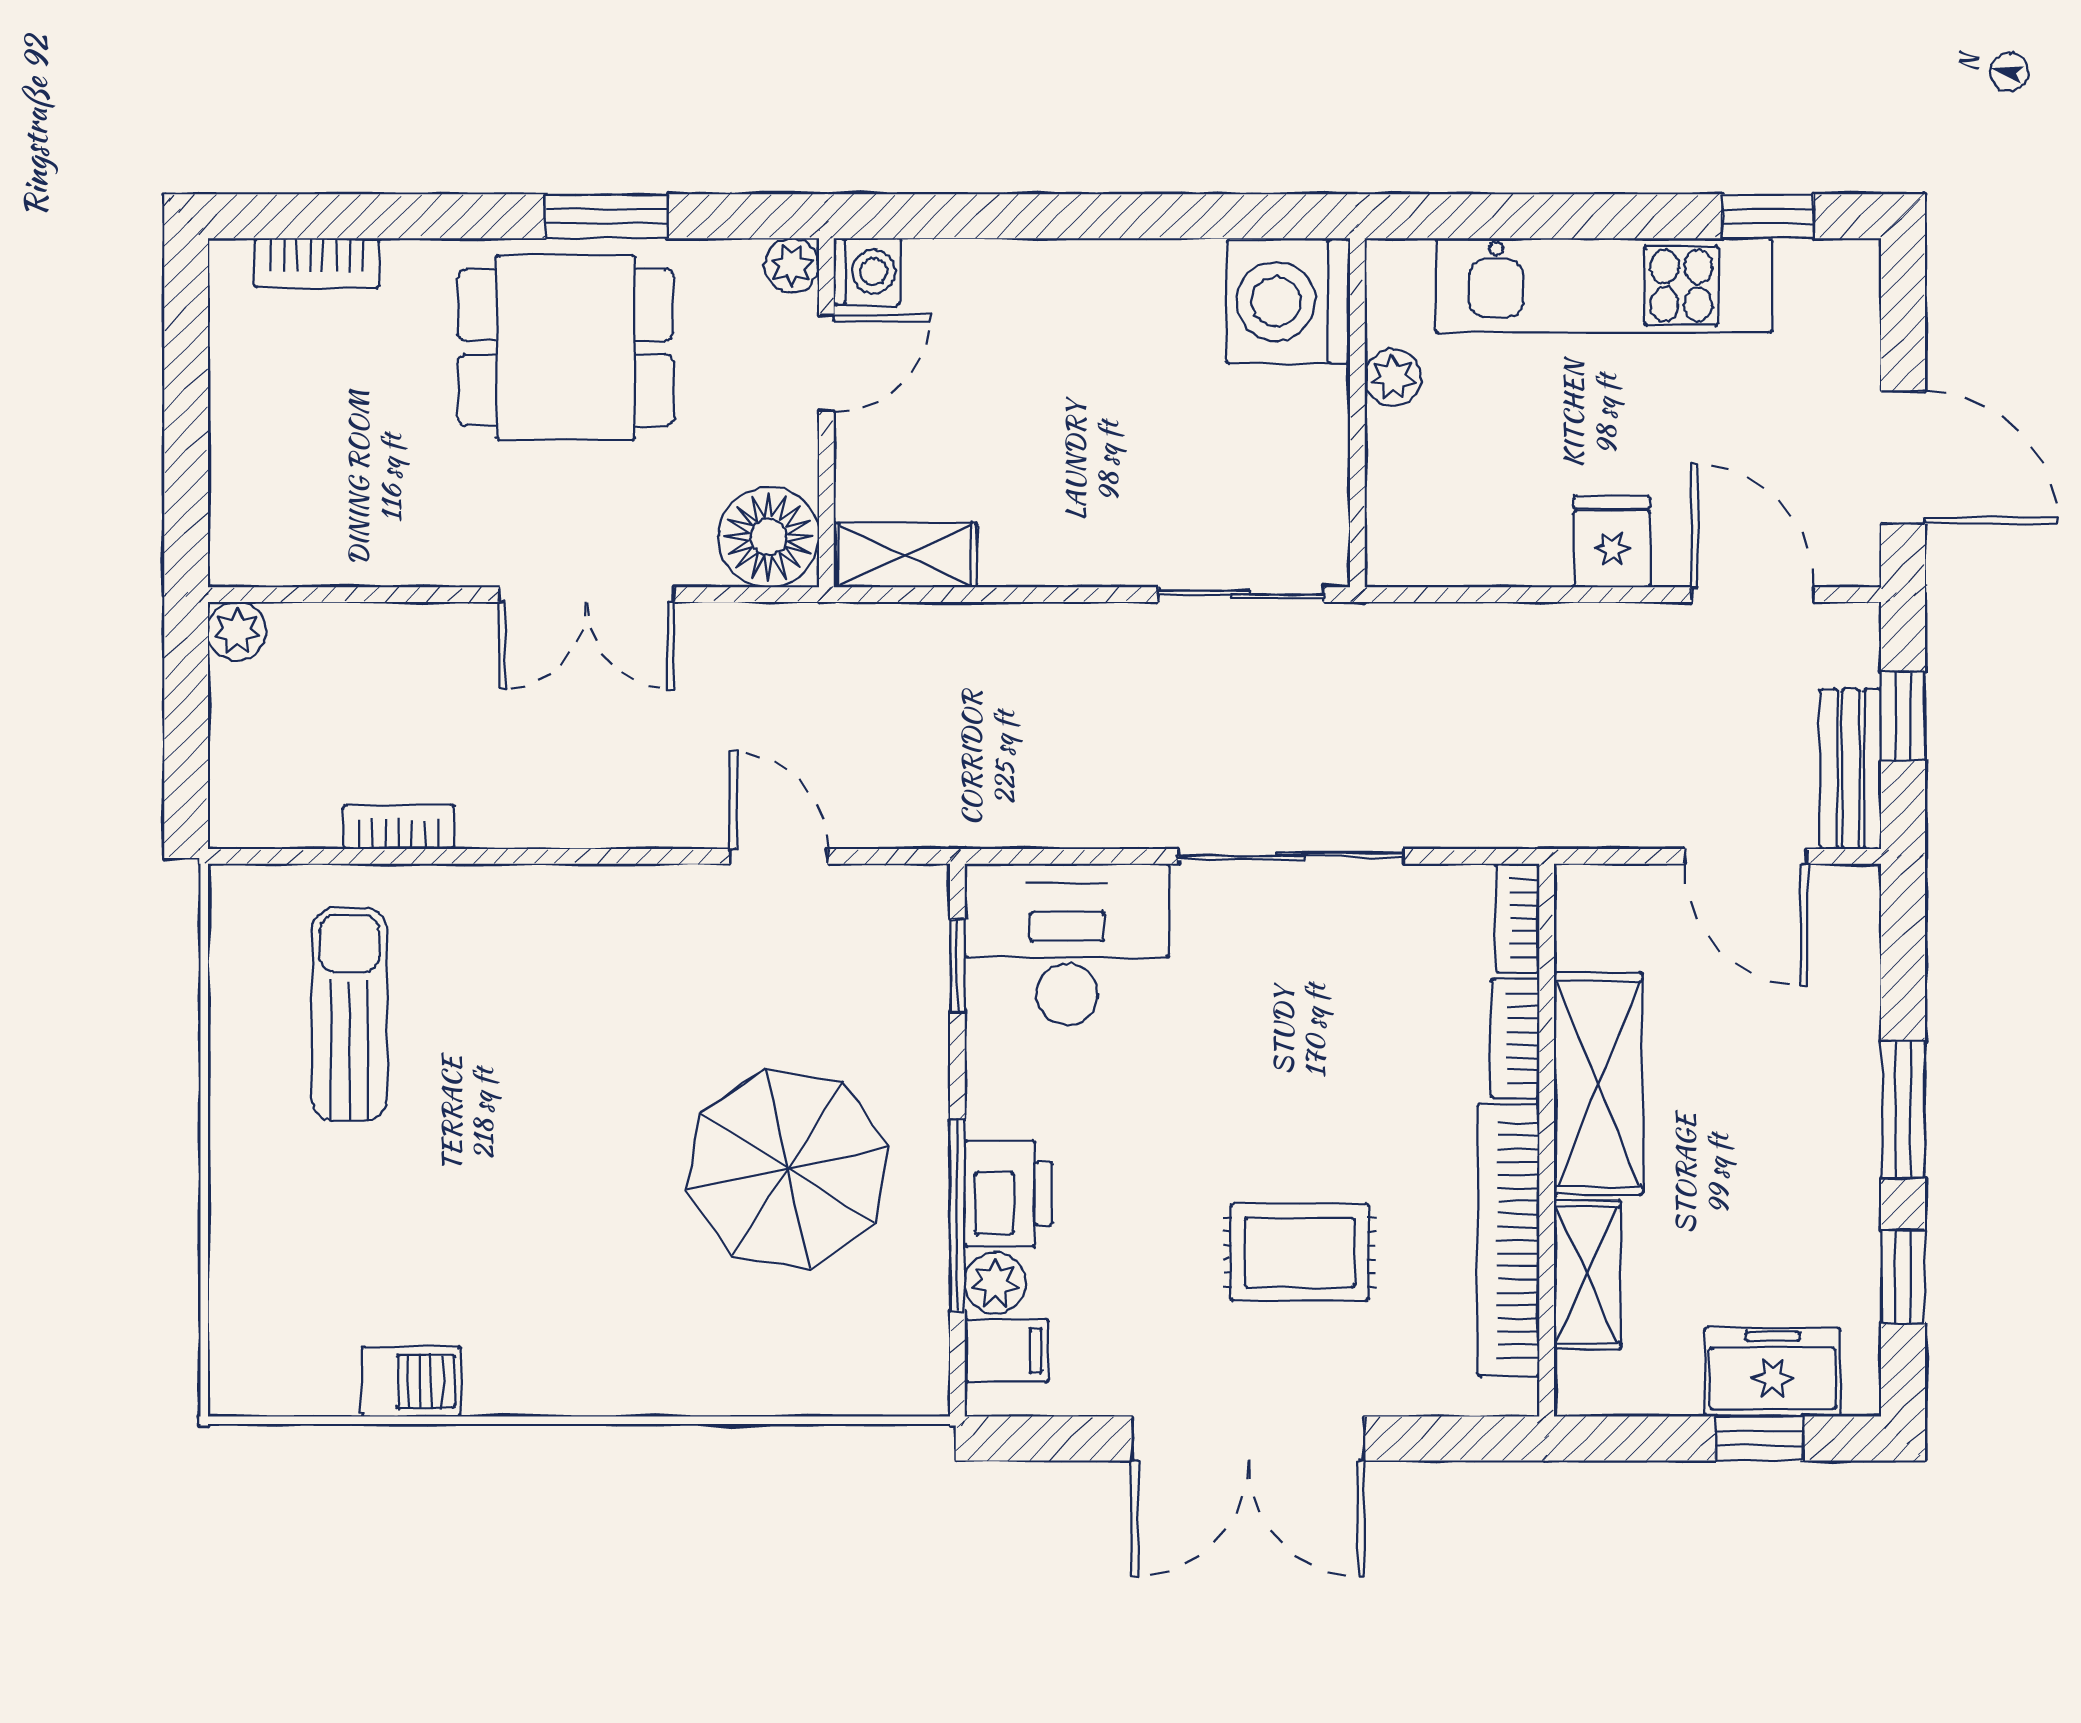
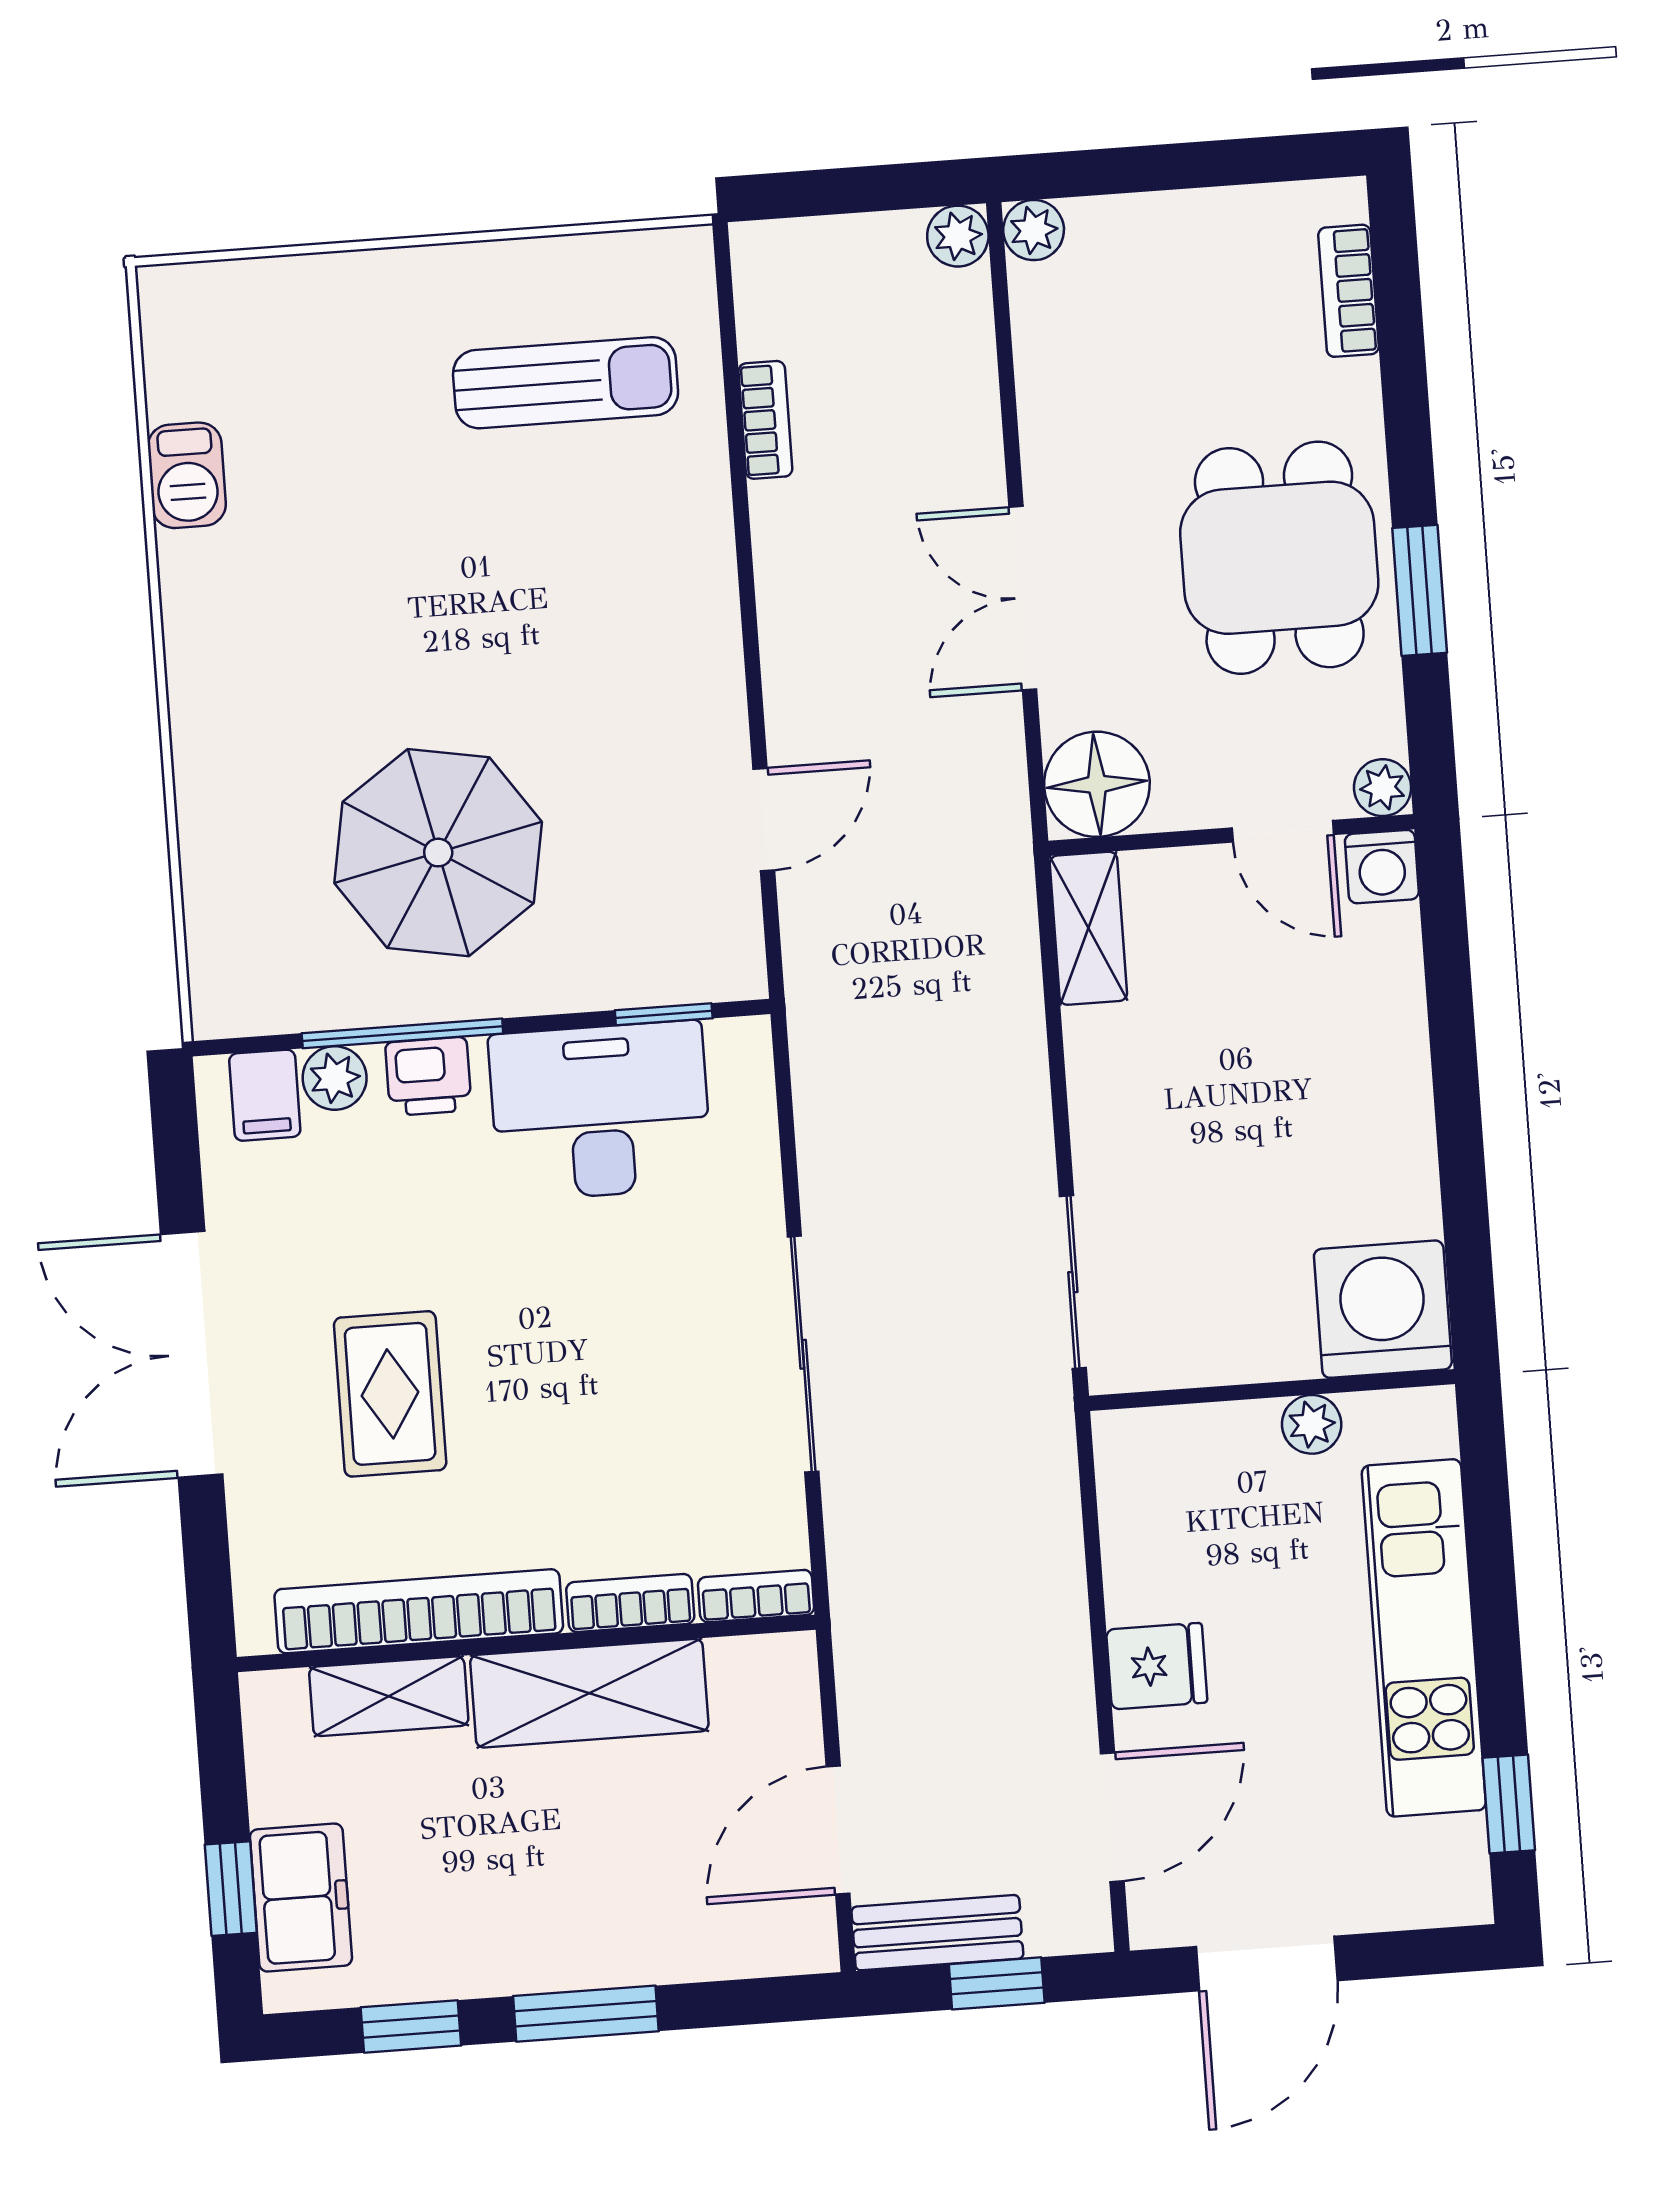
plant: (237, 558) -> (1034, 230), added
desk: (1067, 944) -> (600, 1111), moved, turned -90
printer: (1008, 1194) -> (428, 1076), width x0.73, depth x0.81

